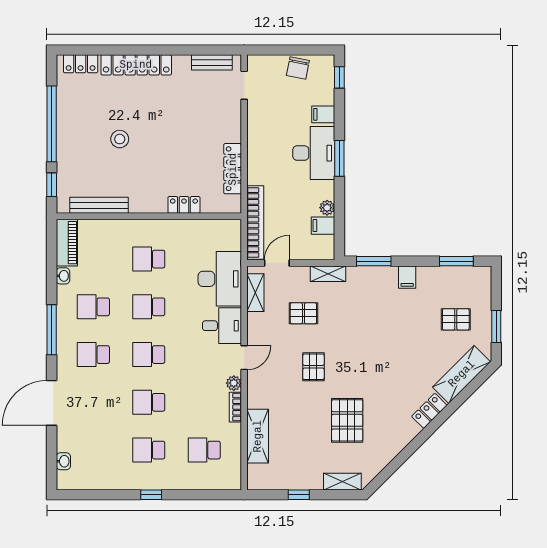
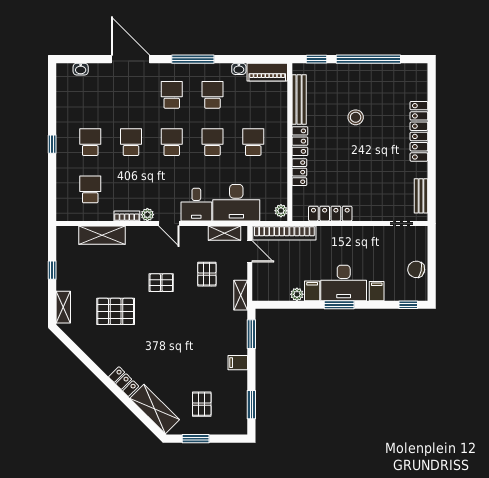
locker: (81, 64) -> (300, 141), moved, turned 180
plant: (229, 226) -> (281, 211), added
filing cabinet: (323, 226) -> (312, 291), moved

